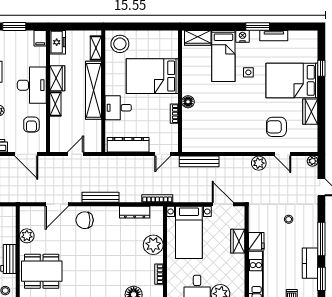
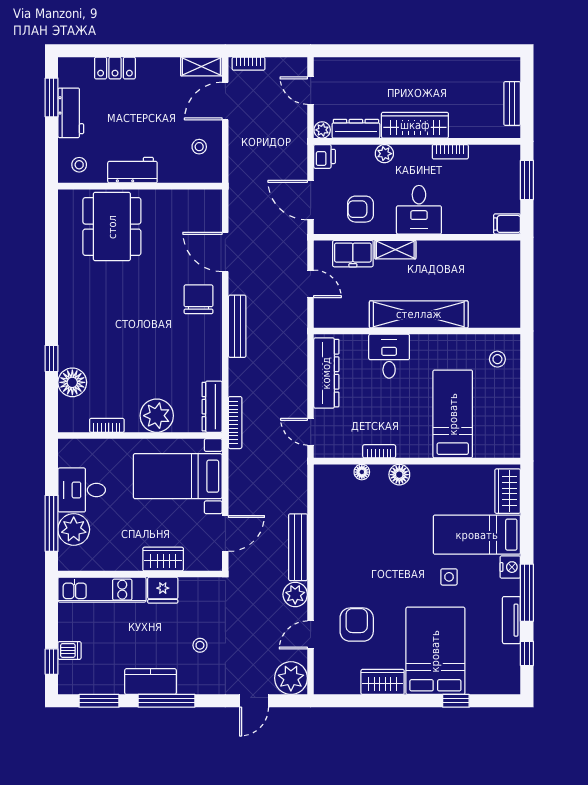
window: (258, 26) -> (527, 593), width x1.44
window: (293, 26) -> (527, 653), added
freezer: (58, 42) -> (353, 254), moved
stool: (120, 44) -> (497, 359), width x0.53, depth x0.53
shelving: (96, 48) -> (490, 319), removed
bed: (152, 76) -> (453, 414), width x0.67
wardrobe: (57, 78) -> (439, 253), removed
desk: (32, 85) -> (419, 210), width x0.73
floor lamp: (186, 124) -> (362, 472), added
door: (26, 154) -> (311, 200), hinge flipped
bench: (199, 161) -> (298, 547), moved
plant: (313, 161) -> (291, 678), width x1.87, depth x1.87
dresser: (135, 212) -> (212, 407), moved
plant: (27, 236) -> (172, 201), removed
kitchen counter: (310, 263) -> (151, 682), moved

